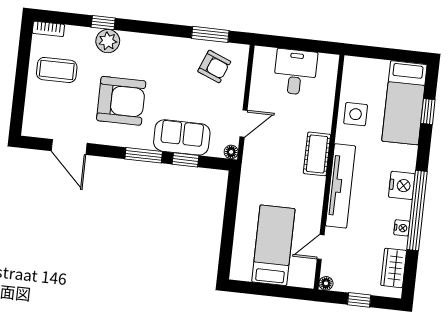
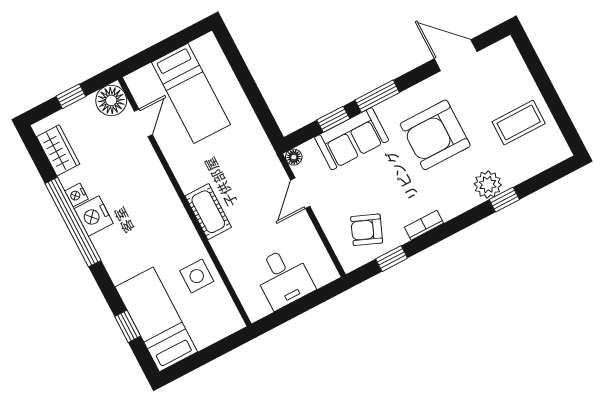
bookcase: (48, 29) -> (424, 225), moved
window: (210, 34) -> (392, 259), width x0.67
nightstand: (402, 185) -> (94, 216), moved
tv unit: (340, 186) -> (164, 196), removed
floor lamp: (326, 283) -> (111, 100), width x1.89, depth x1.89

